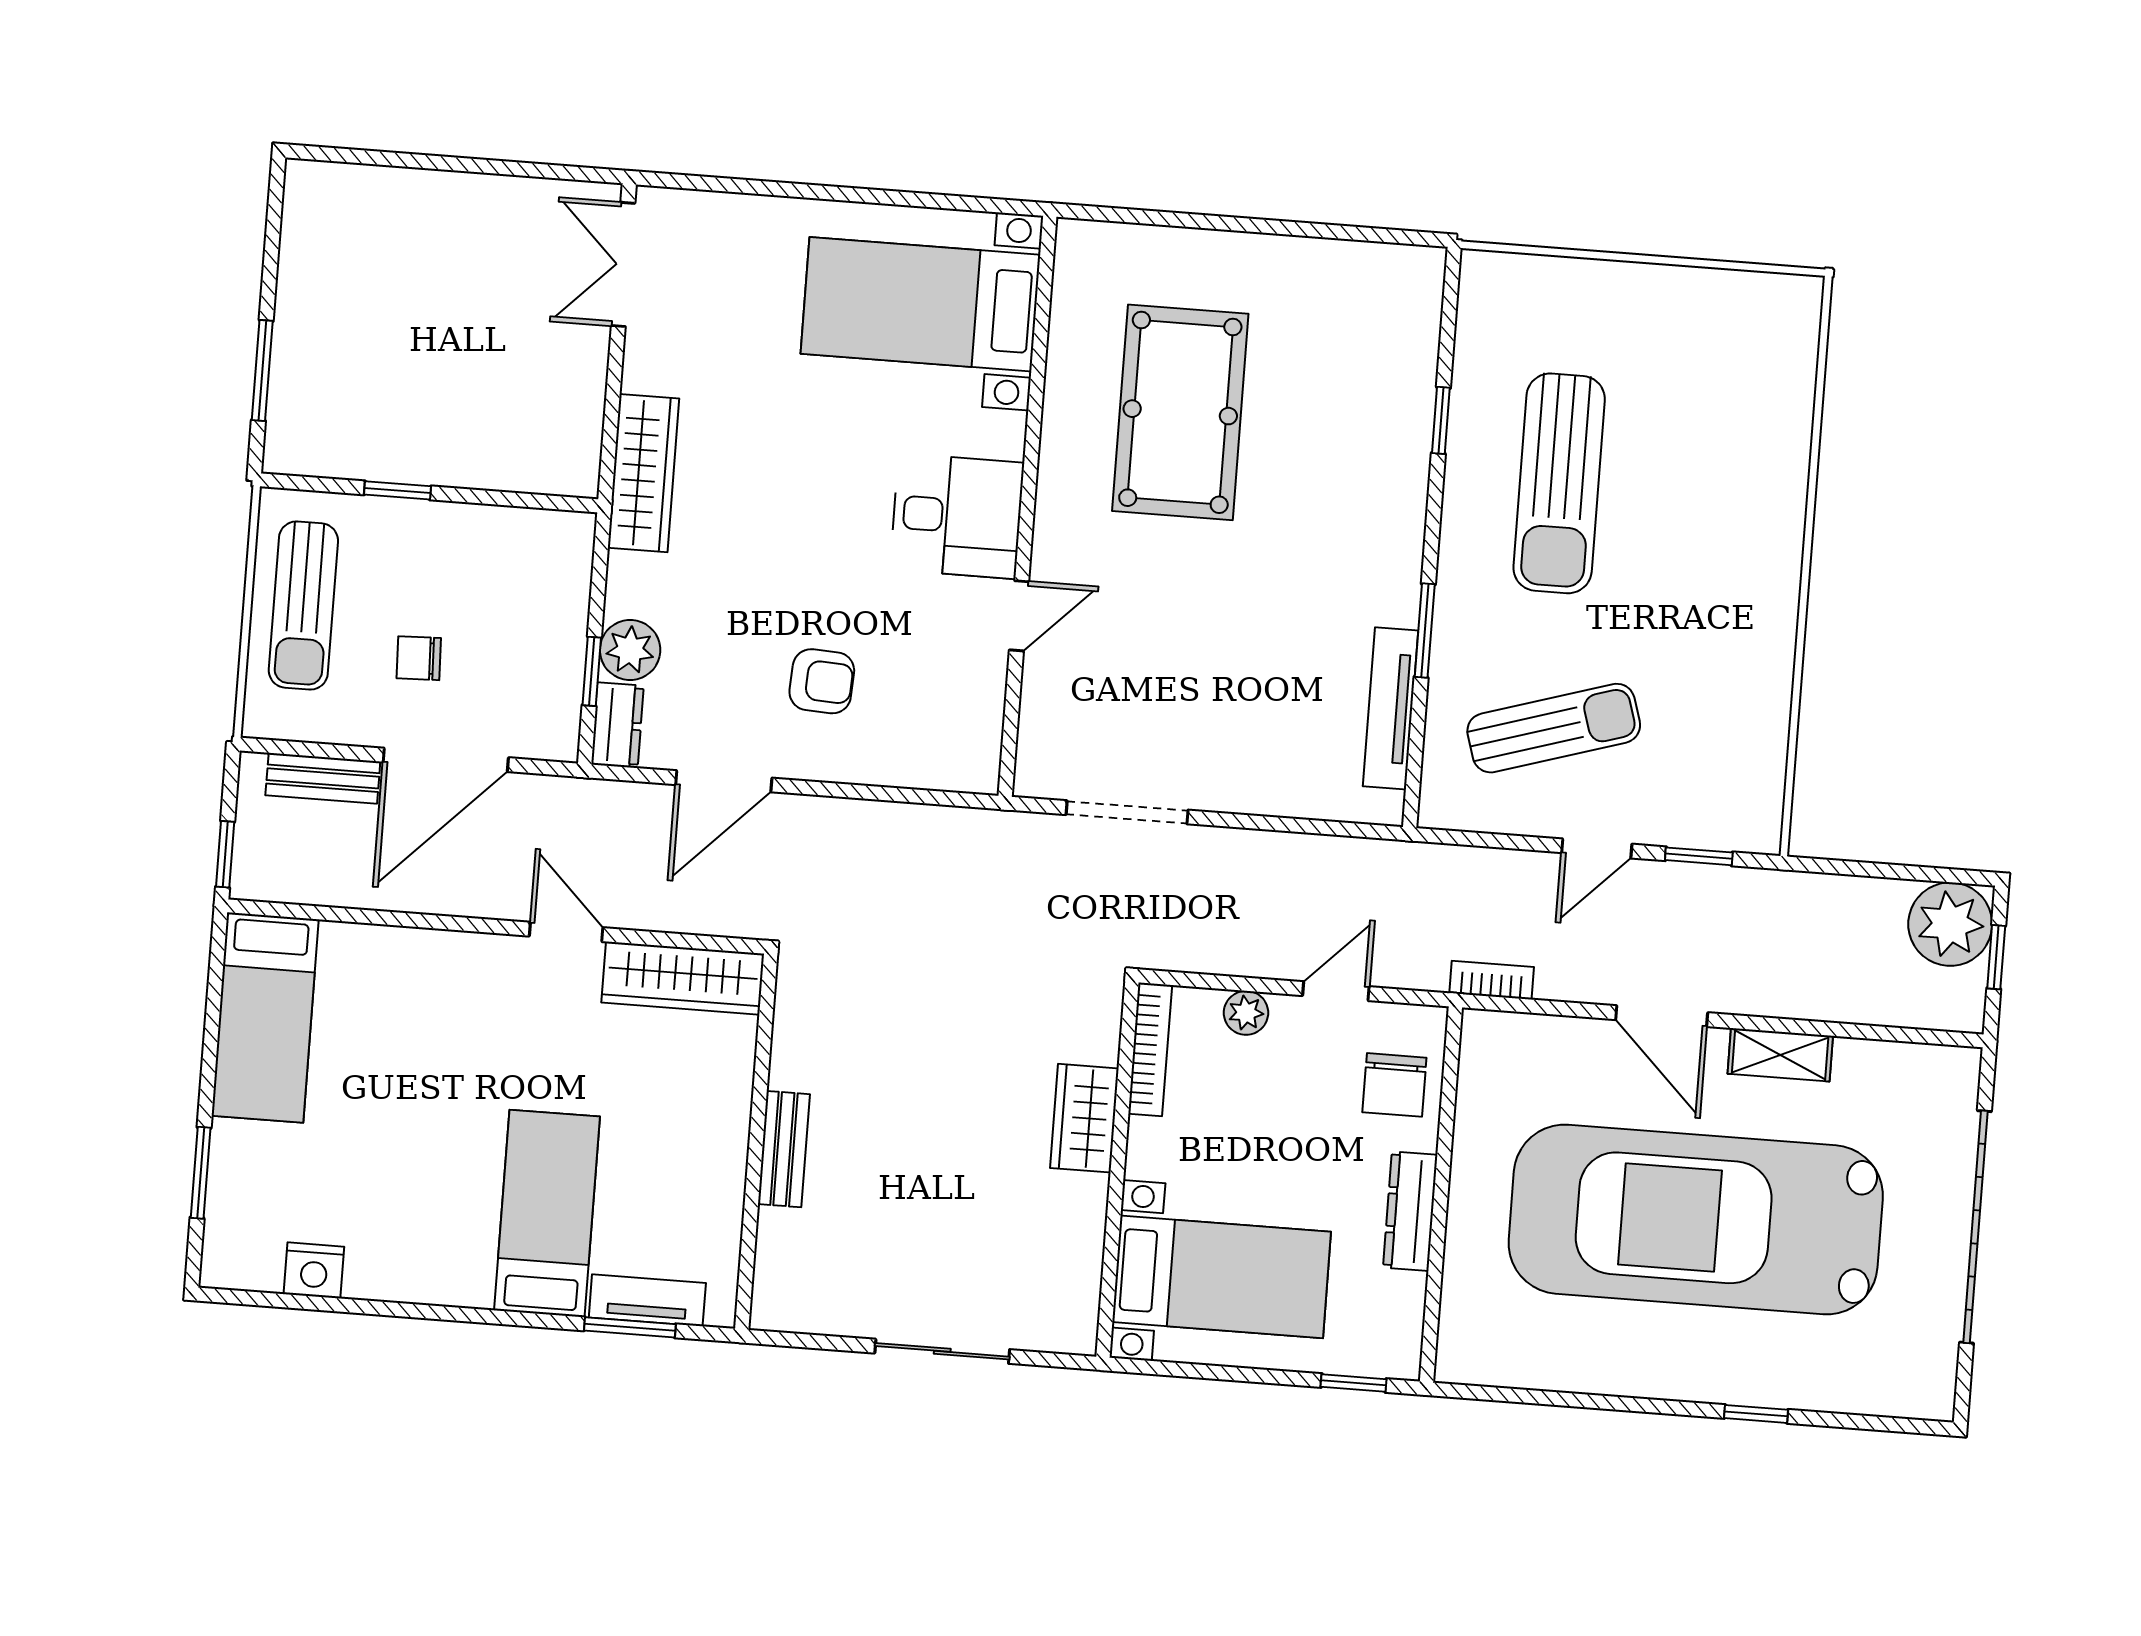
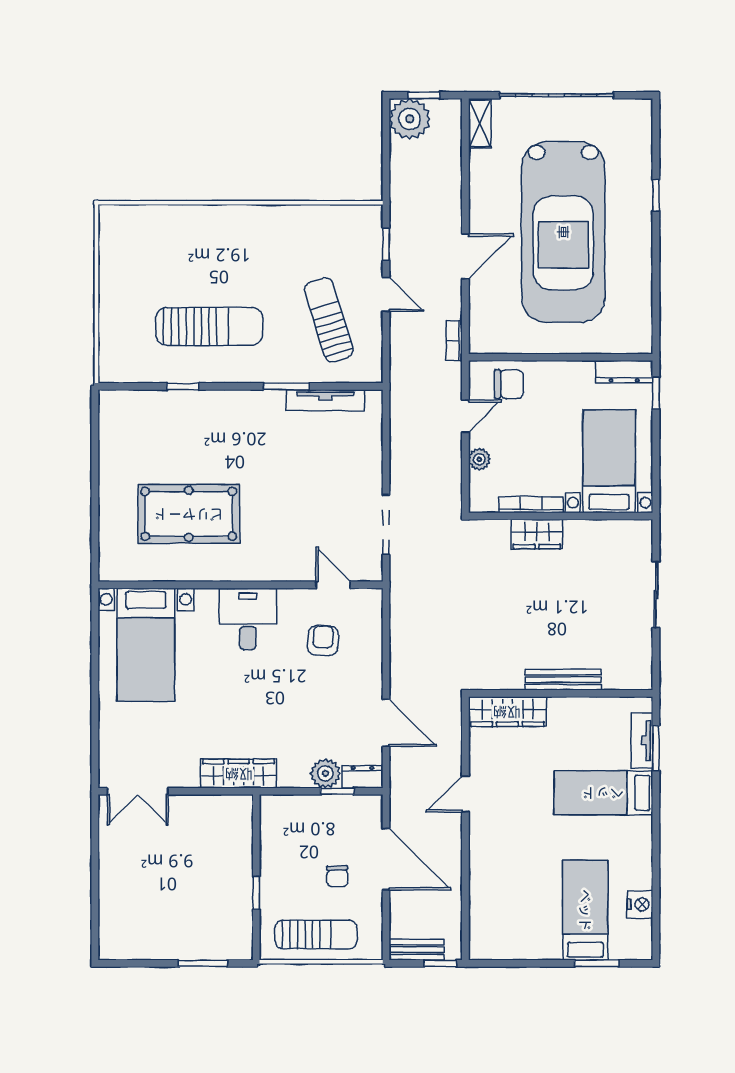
door: (1019, 616) -> (333, 585), moved
armchair: (822, 681) -> (323, 641), moved
bench: (323, 778) -> (416, 950), moved, turned 90
wardrobe: (683, 978) -> (507, 712), moved, turned 90
door: (1336, 991) -> (465, 416), swing flipped
bed: (265, 1018) -> (585, 910), moved, turned -90
bookcase: (1150, 1049) -> (531, 505), moved
shelving: (1780, 1055) -> (480, 123), moved
bench: (784, 1149) -> (563, 680), width x1.36
dresser: (1410, 1211) -> (624, 372), moved

